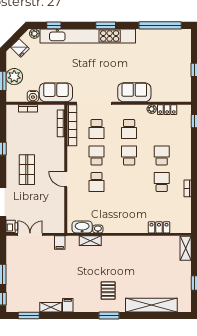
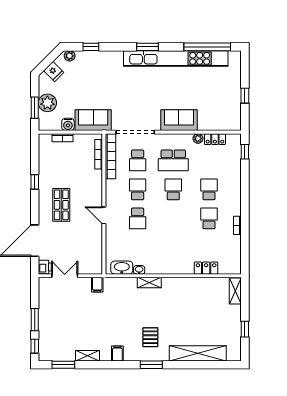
kitchen unit: (88, 36) -> (176, 58), moved
school desk: (129, 129) -> (173, 160), width x1.85
shelving: (90, 241) -> (149, 283), moved
filing cabinet: (68, 305) -> (117, 353), moved

